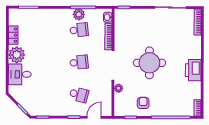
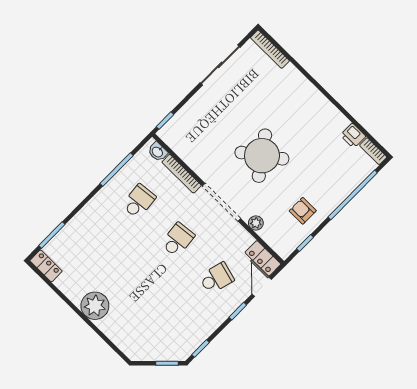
plant: (79, 14) -> (120, 183), removed
locker: (13, 35) -> (46, 266), moved
round table: (149, 63) -> (262, 156), turned -36
printer: (193, 70) -> (353, 136), moved, width x0.53, depth x0.68
desk: (20, 74) -> (122, 325), removed
locker: (107, 106) -> (263, 258), added

